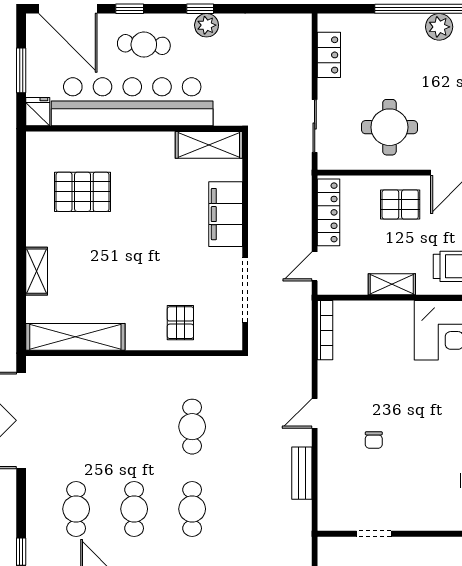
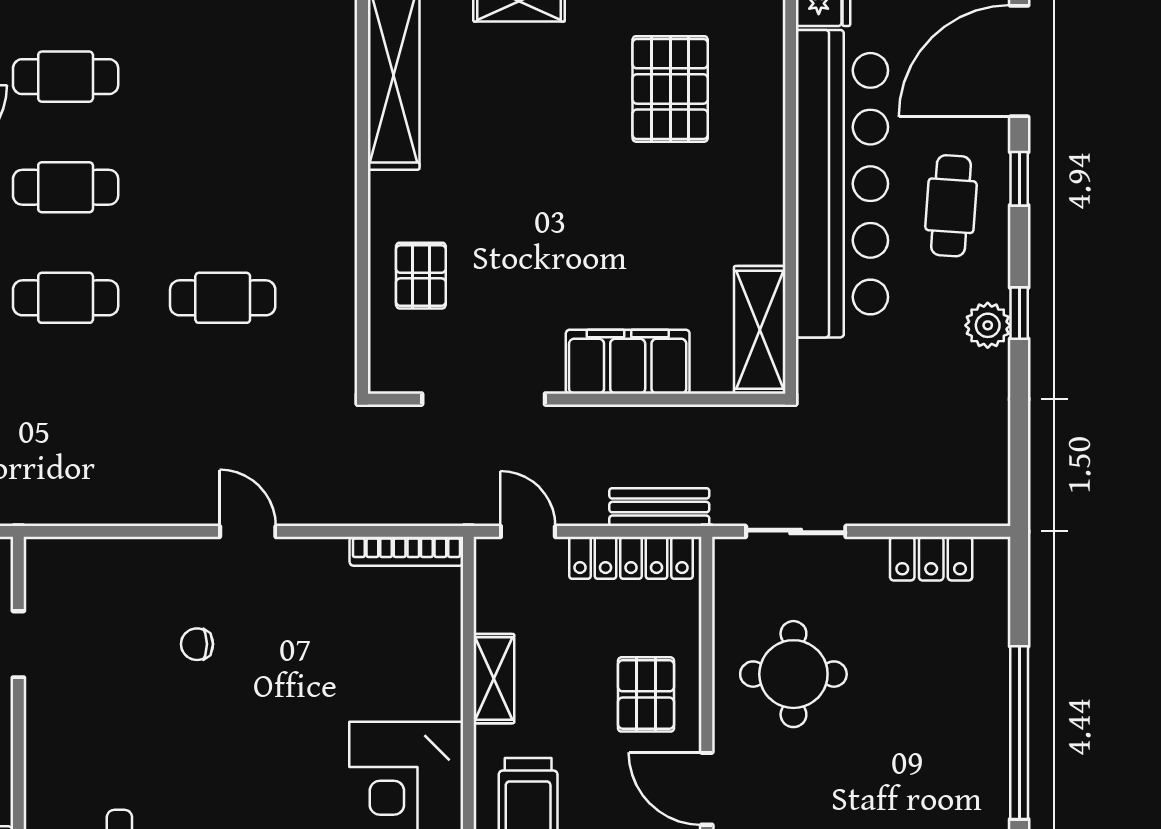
plant: (439, 27) -> (985, 769), removed
pallet: (180, 323) -> (421, 276), turned 90
bench: (302, 473) -> (659, 507), moved

